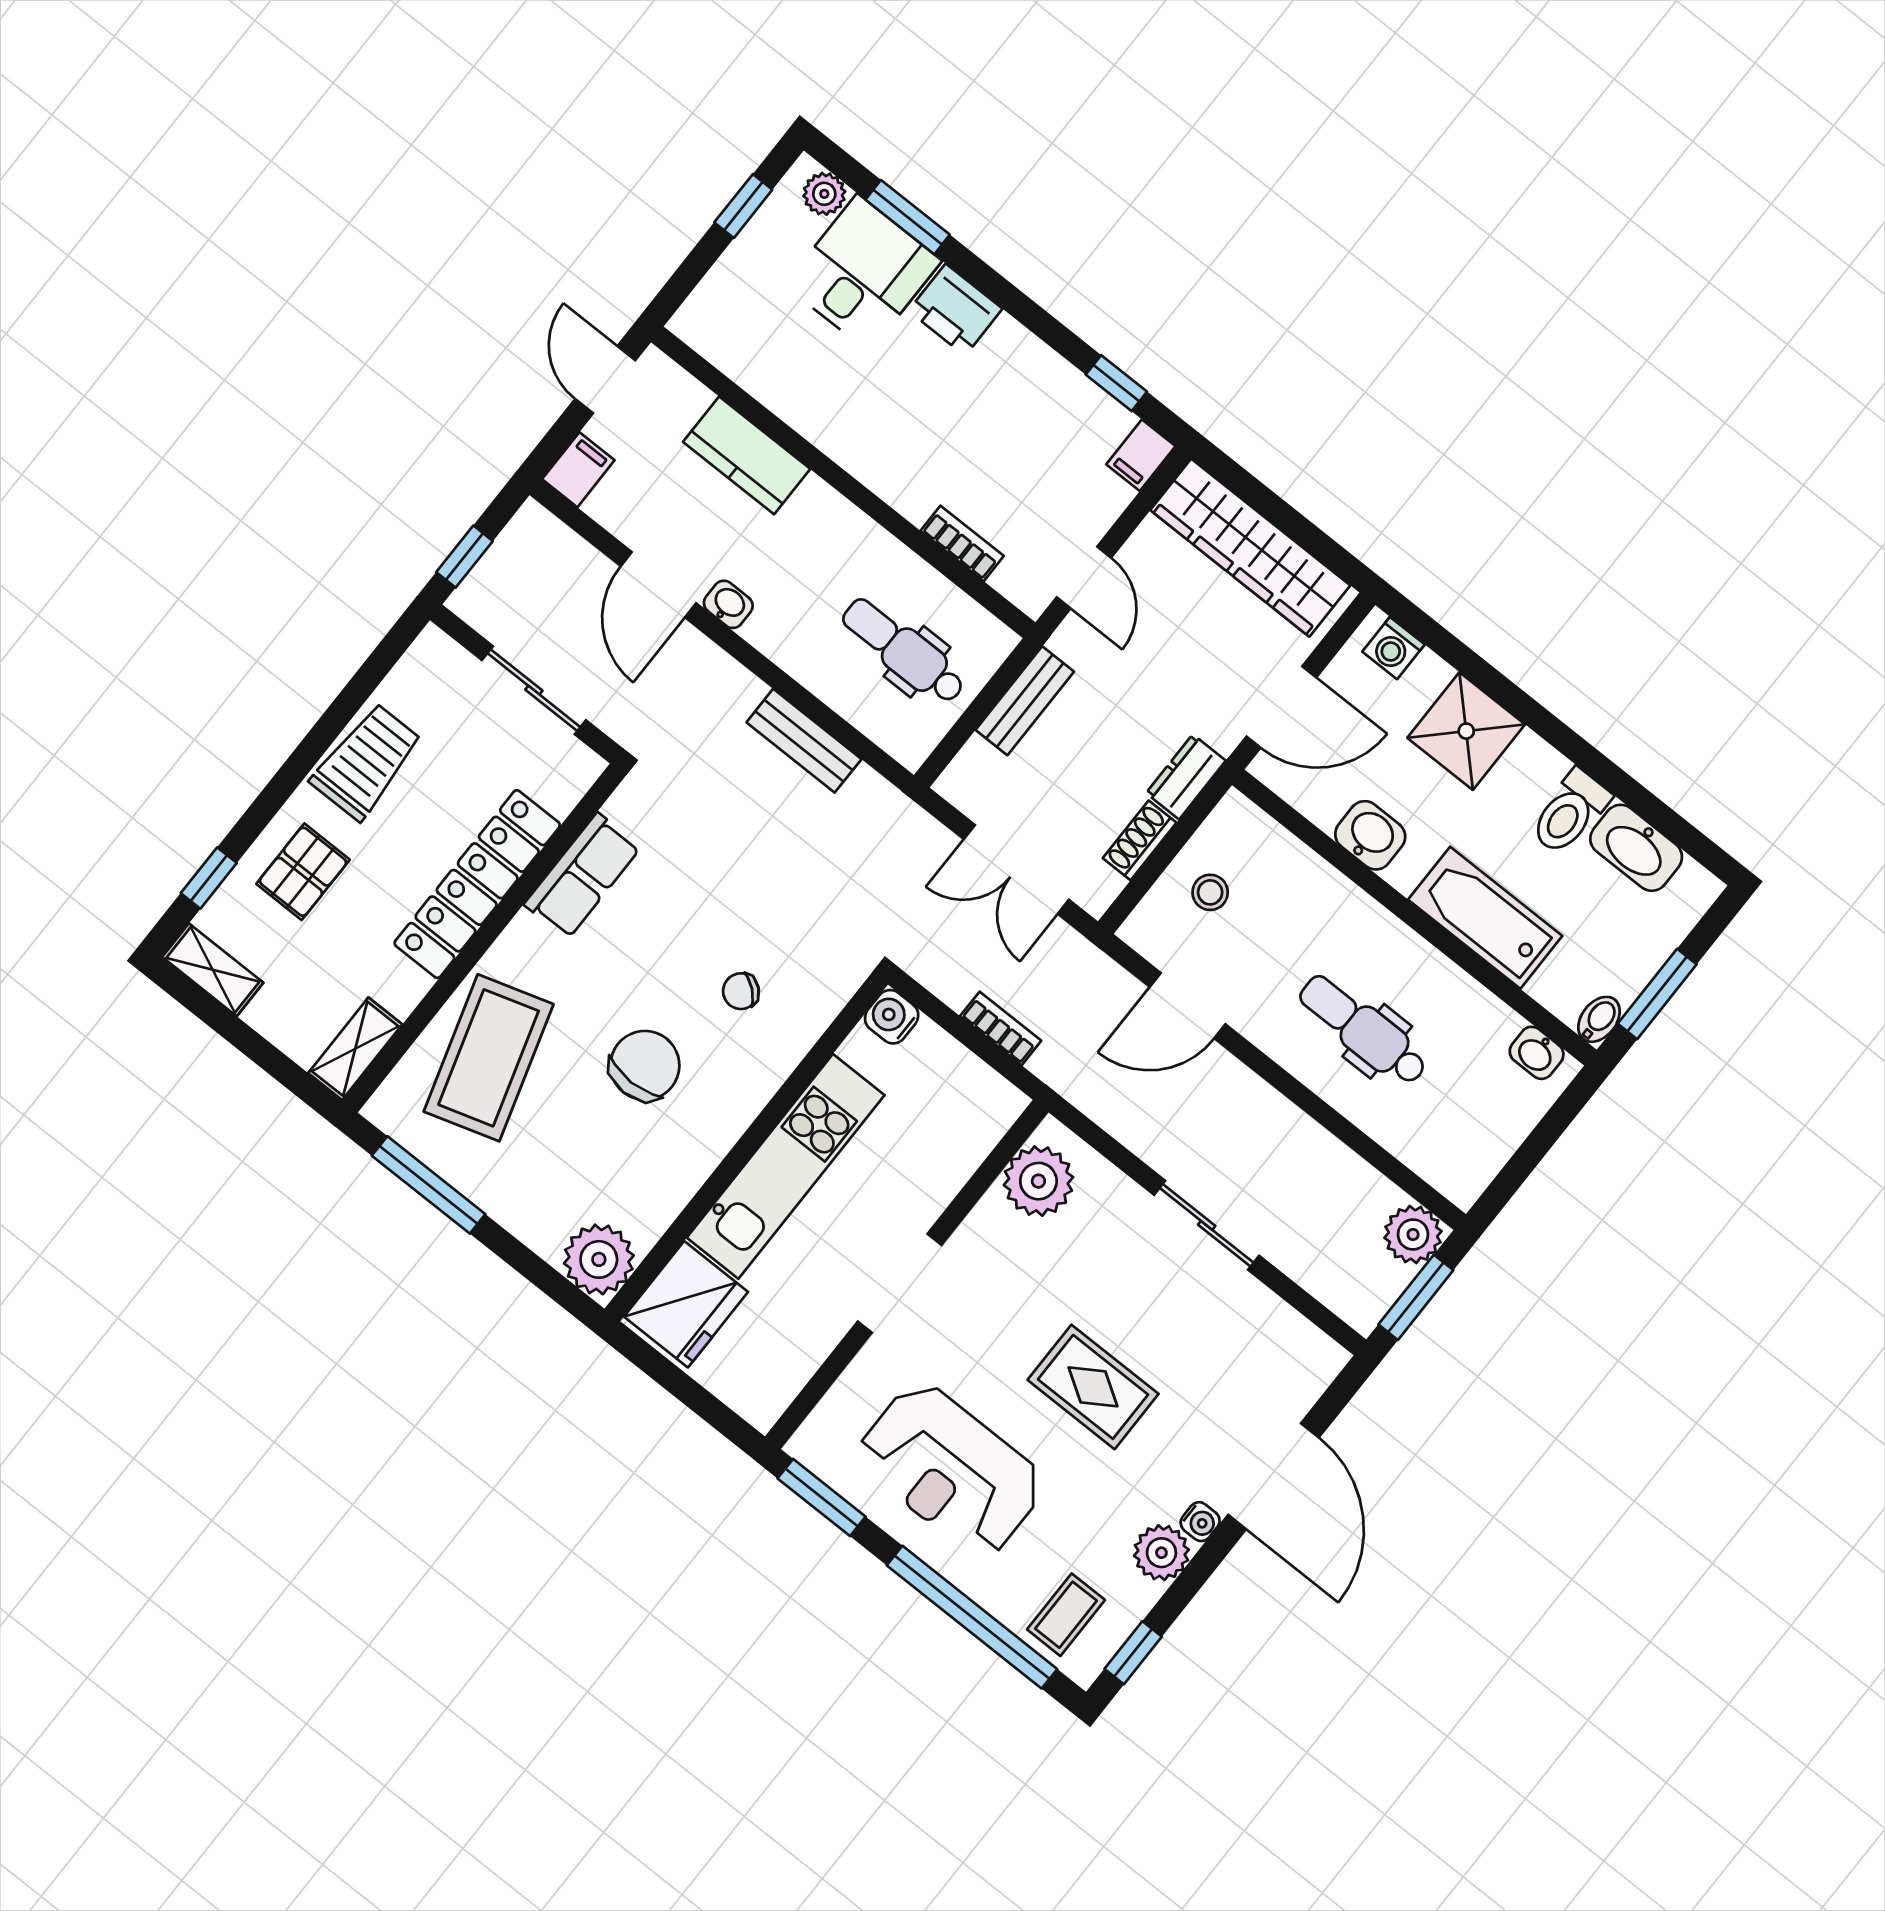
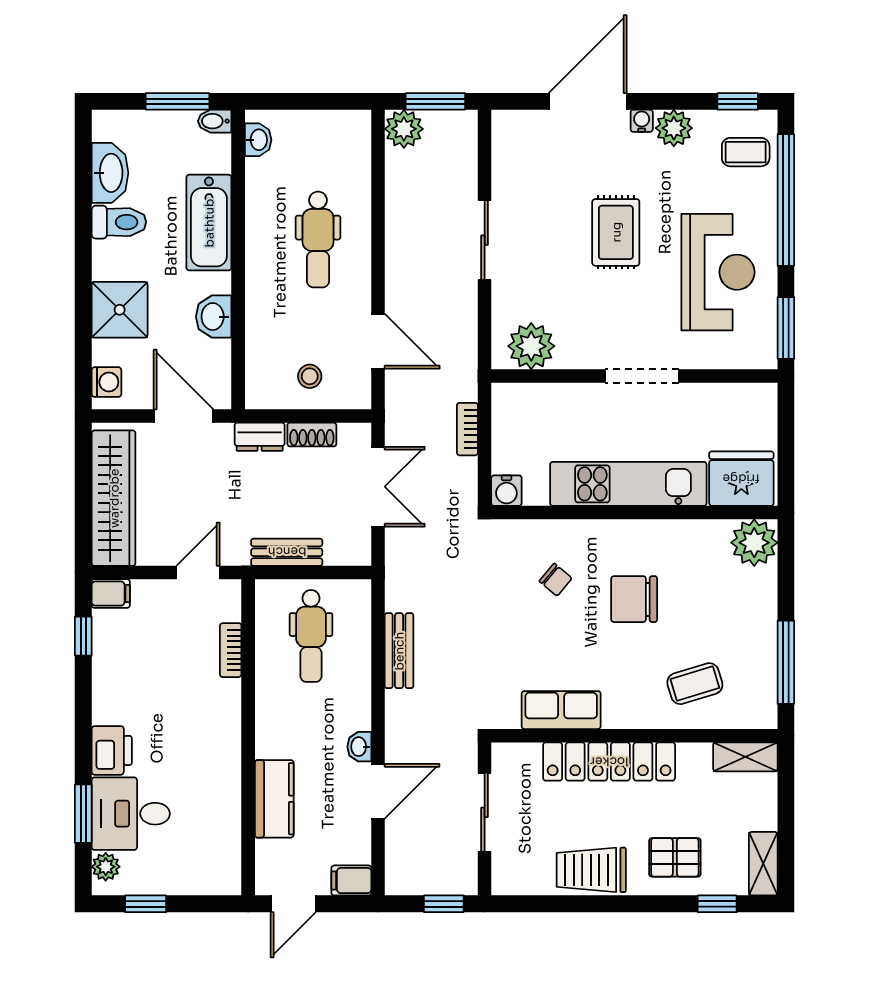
coffee table: (489, 1058) -> (695, 684), width x0.54, depth x0.58

